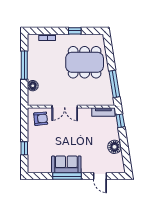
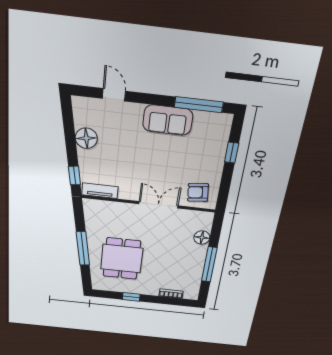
dining table: (85, 62) -> (122, 259), width x0.73
window: (114, 84) -> (83, 249), moved
window: (67, 176) -> (199, 105), moved

